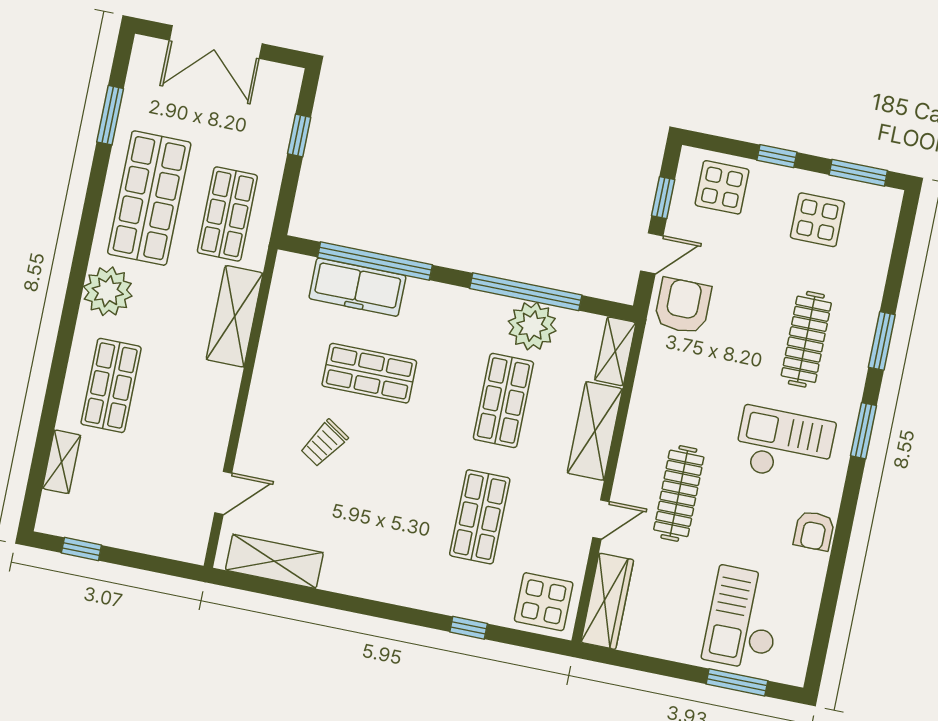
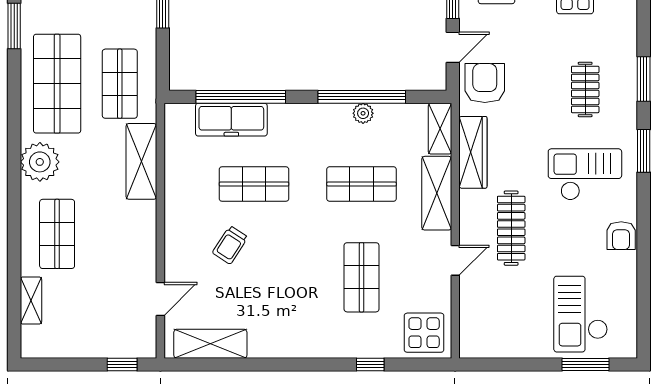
plant: (532, 326) -> (363, 113), width x0.53, depth x0.53
clothes rail: (806, 339) -> (585, 89), width x0.73
shop shelf: (503, 400) -> (362, 184), turned 90
window: (81, 549) -> (122, 364), moved
wardrobe: (607, 601) -> (473, 152), moved

